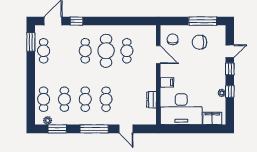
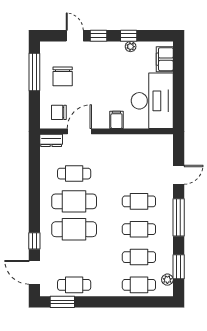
cafe table: (85, 51) -> (74, 229), width x1.37, depth x1.35
dresser: (152, 100) -> (51, 140), moved

